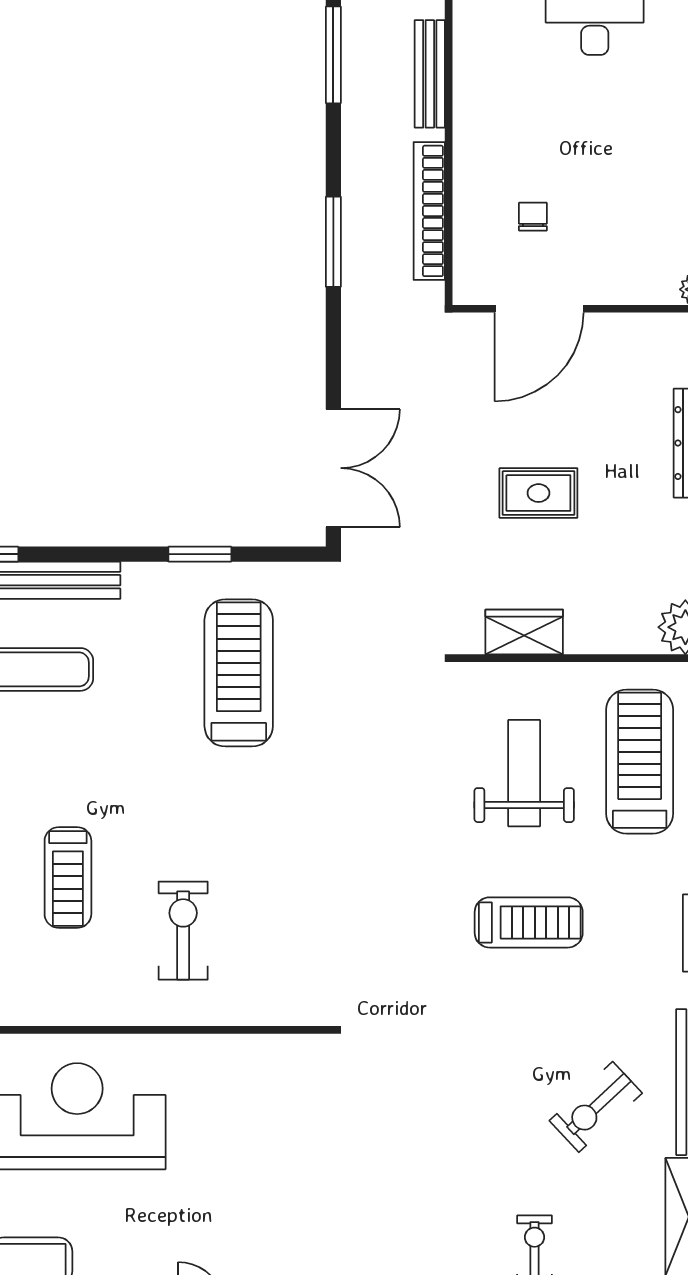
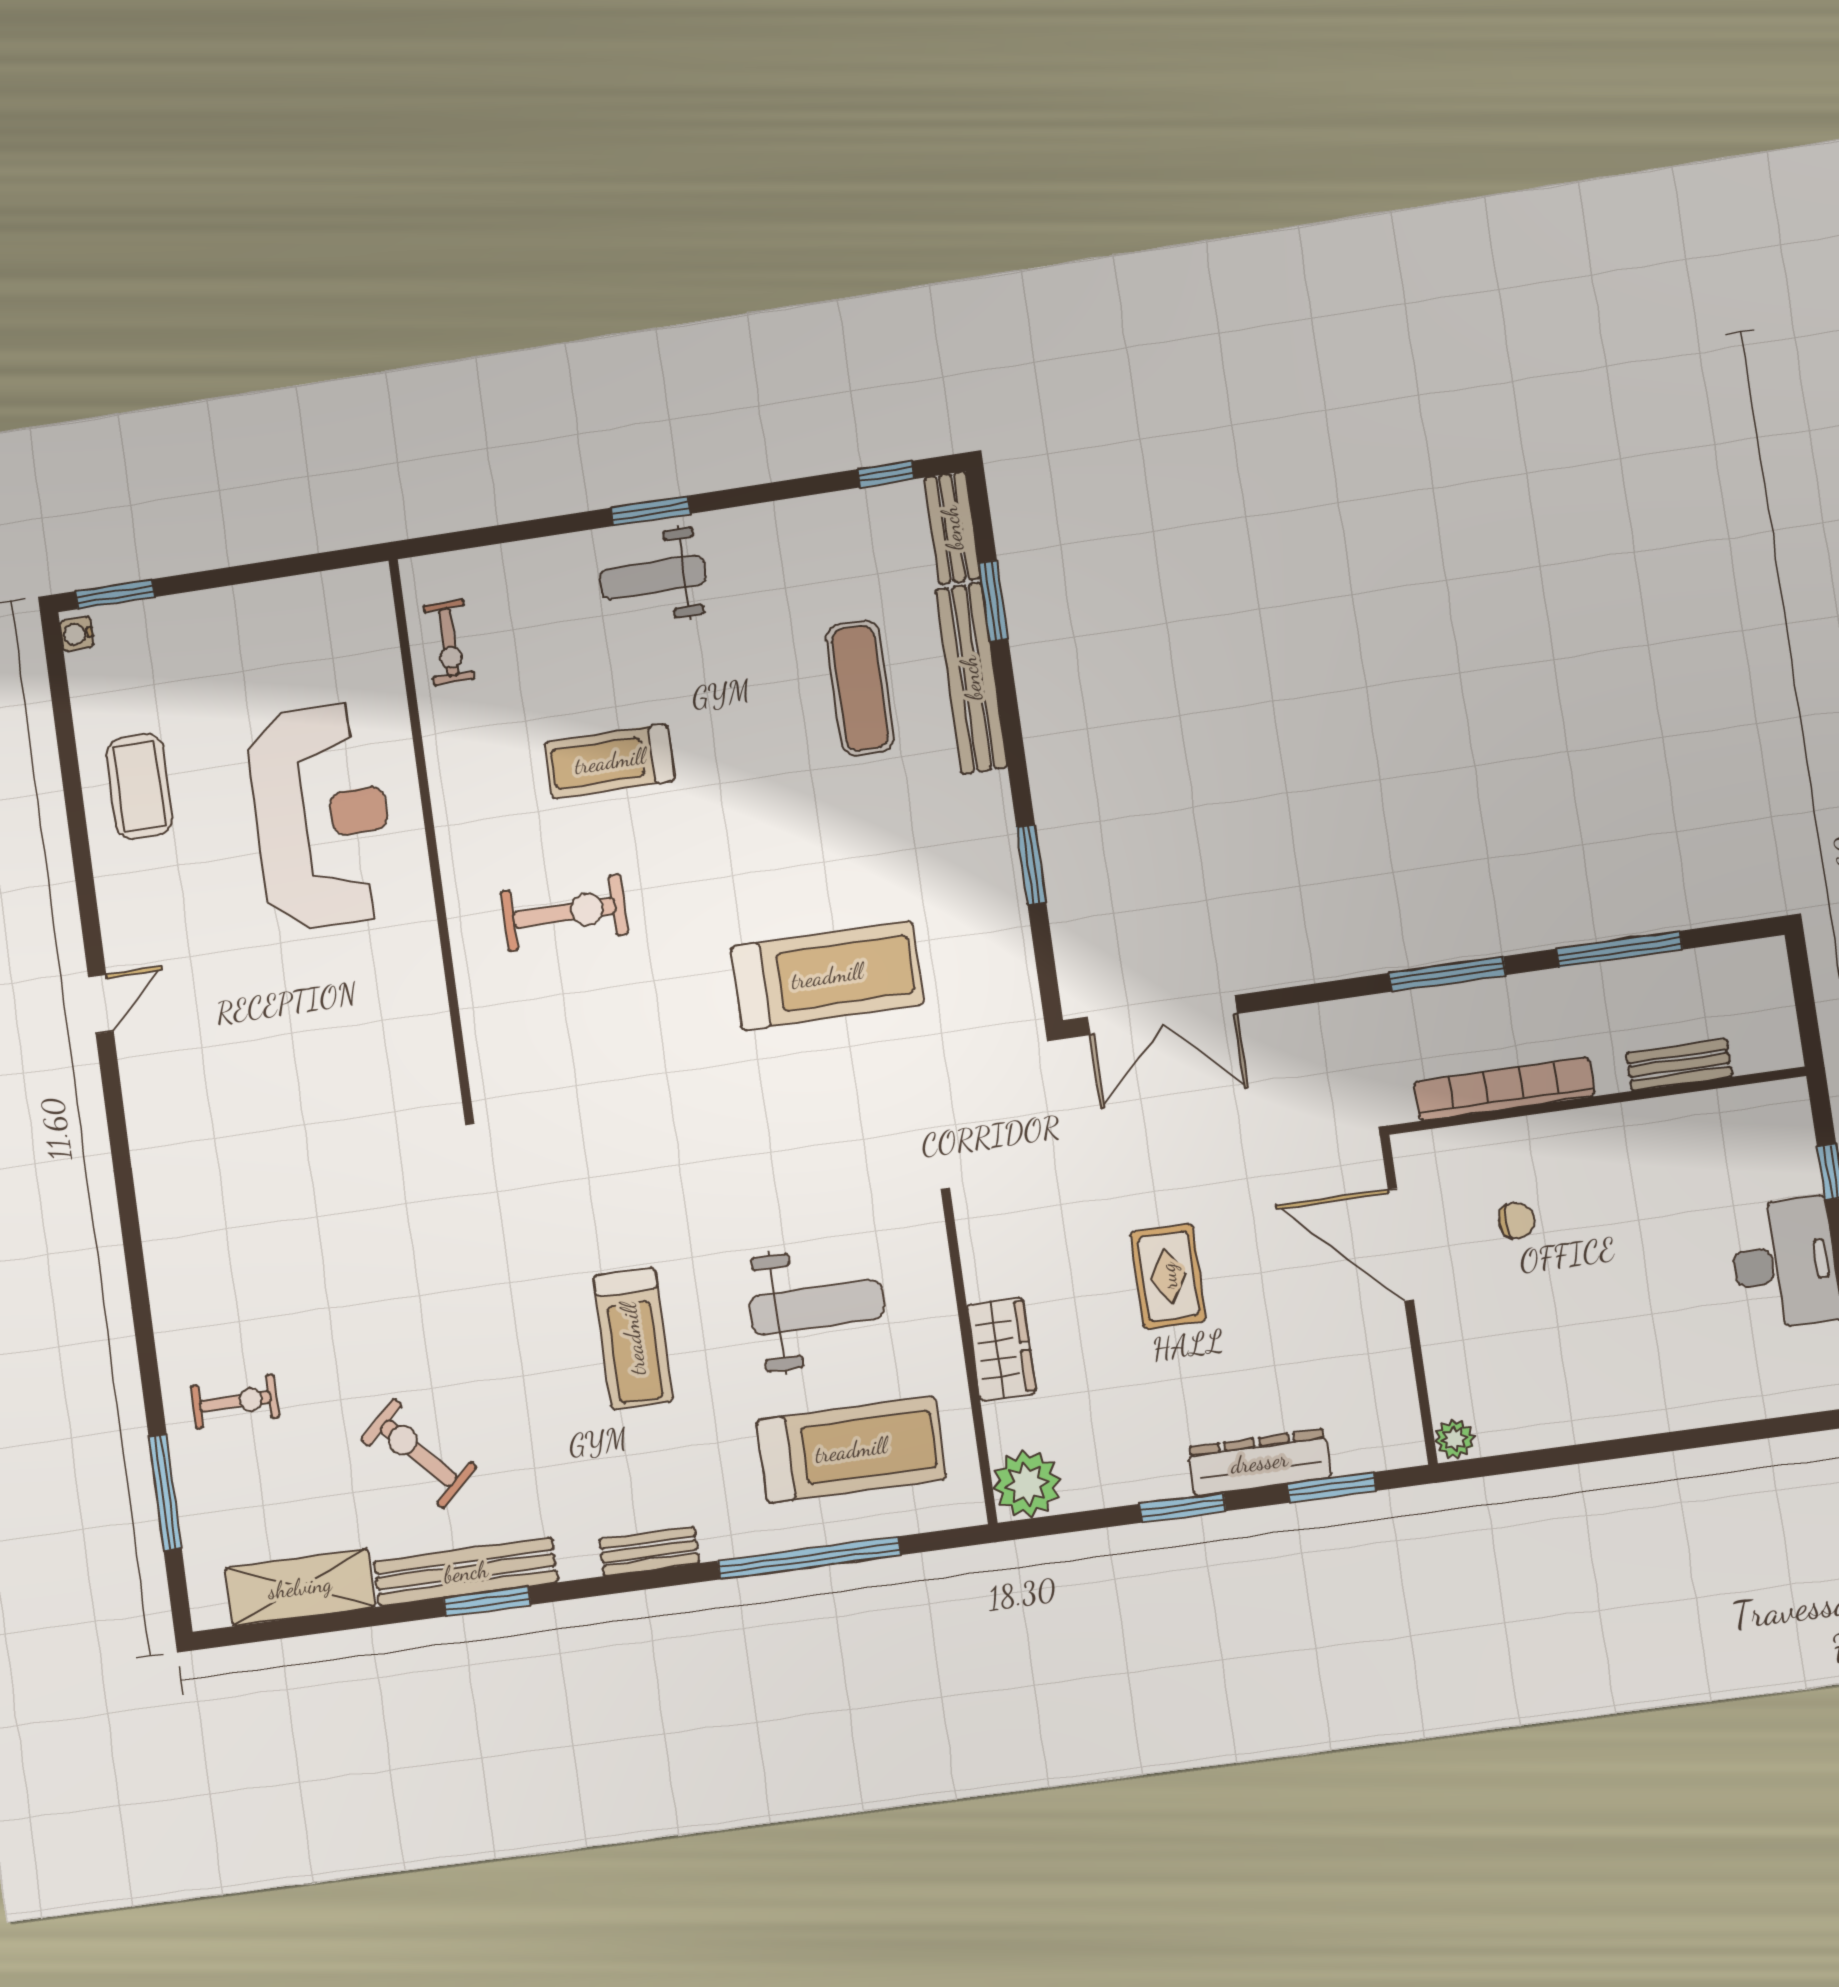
window: (333, 55) -> (1619, 949), moved
bench: (430, 74) -> (1679, 1065), width x0.73
wardrobe: (524, 632) -> (1001, 1349), moved
treadmill: (239, 673) -> (827, 976), moved

